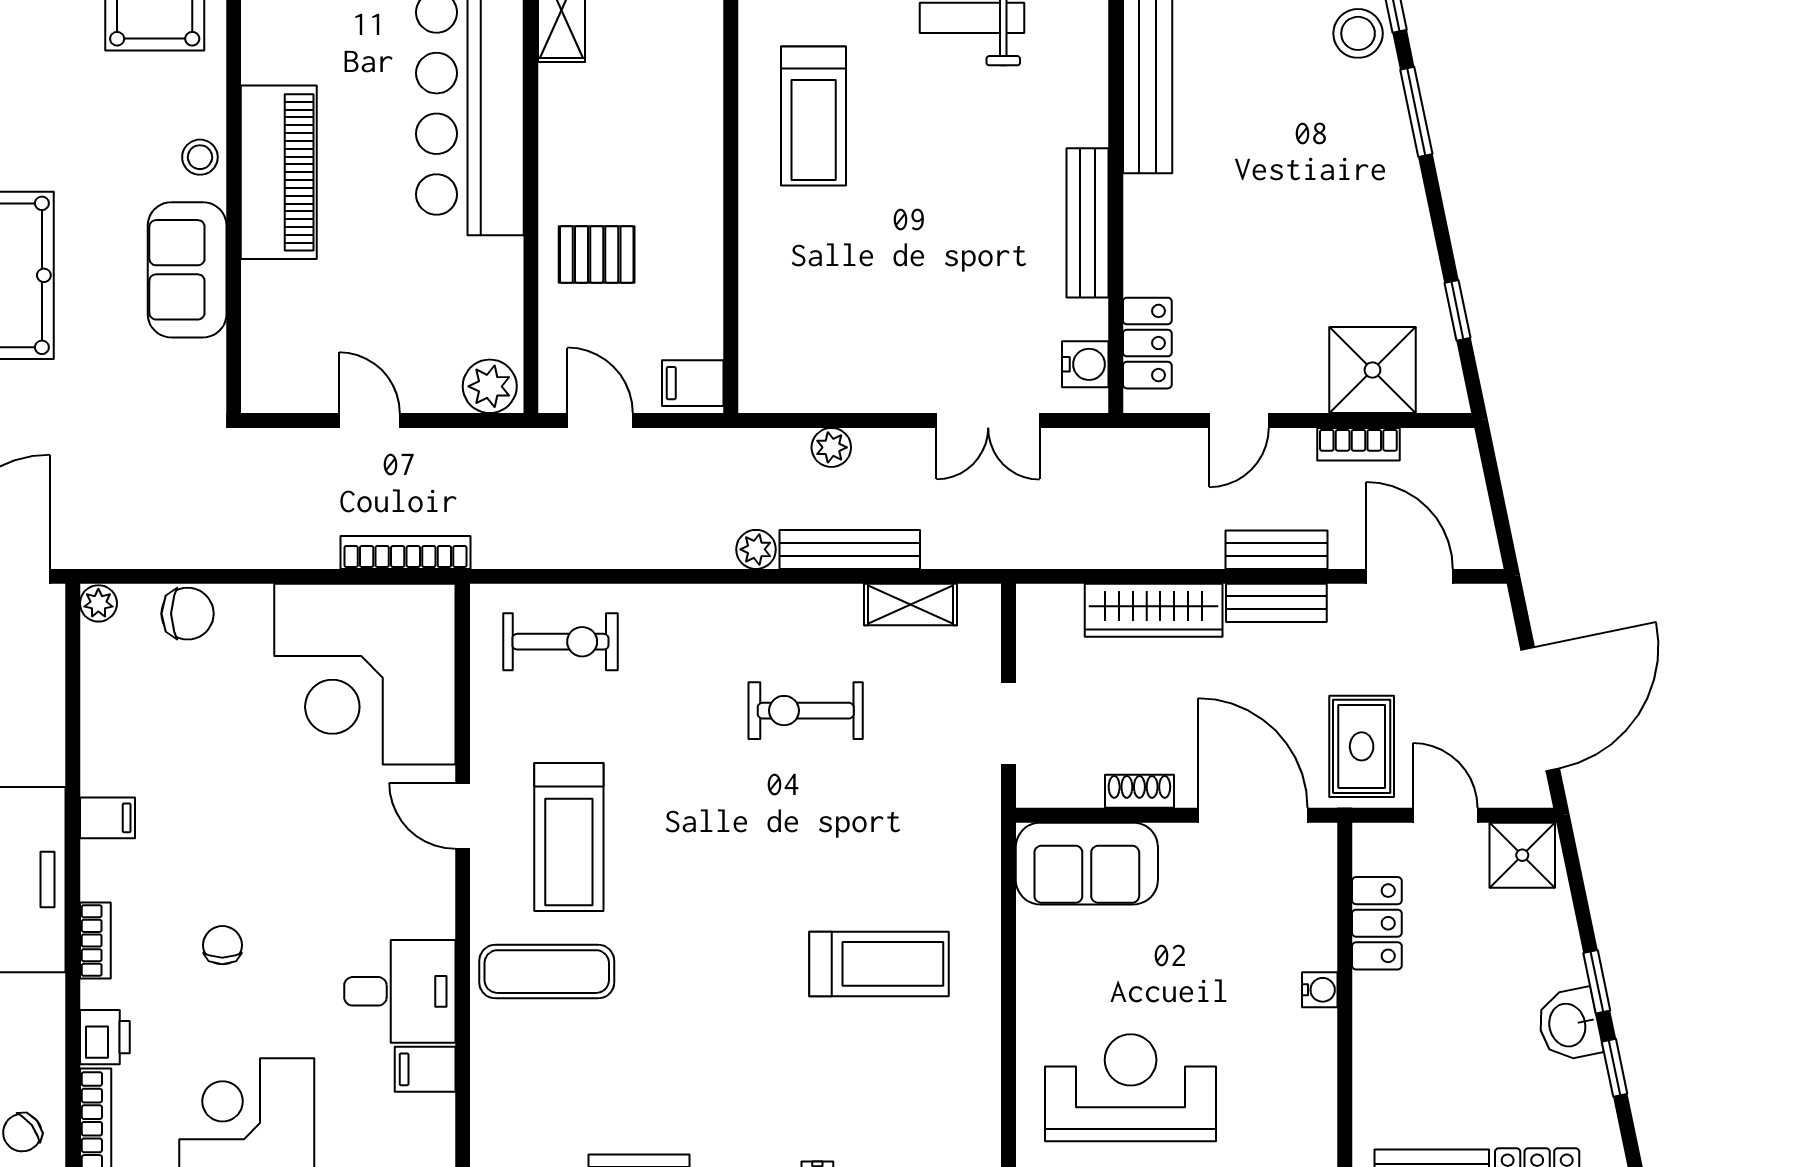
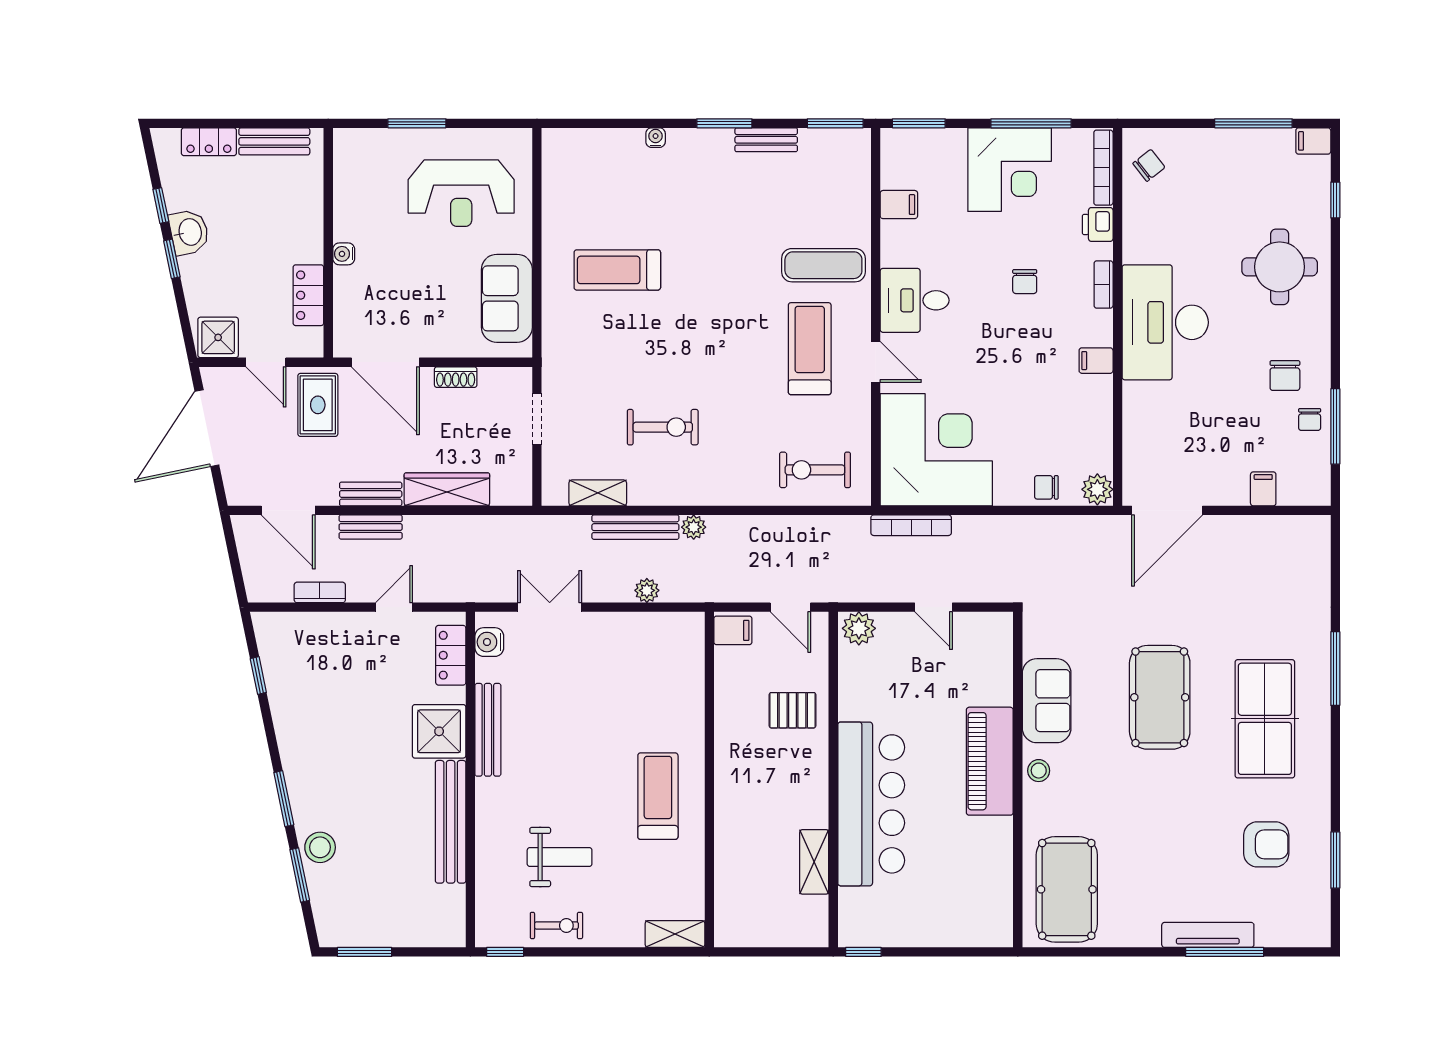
shower: (1372, 370) -> (439, 731), moved
plant: (98, 603) -> (1097, 489), width x1.38, depth x1.38
chair: (188, 614) -> (1046, 487), width x0.73, depth x0.73
sofa: (1087, 864) -> (507, 298), moved, turned -90
desk: (400, 991) -> (915, 300), moved

